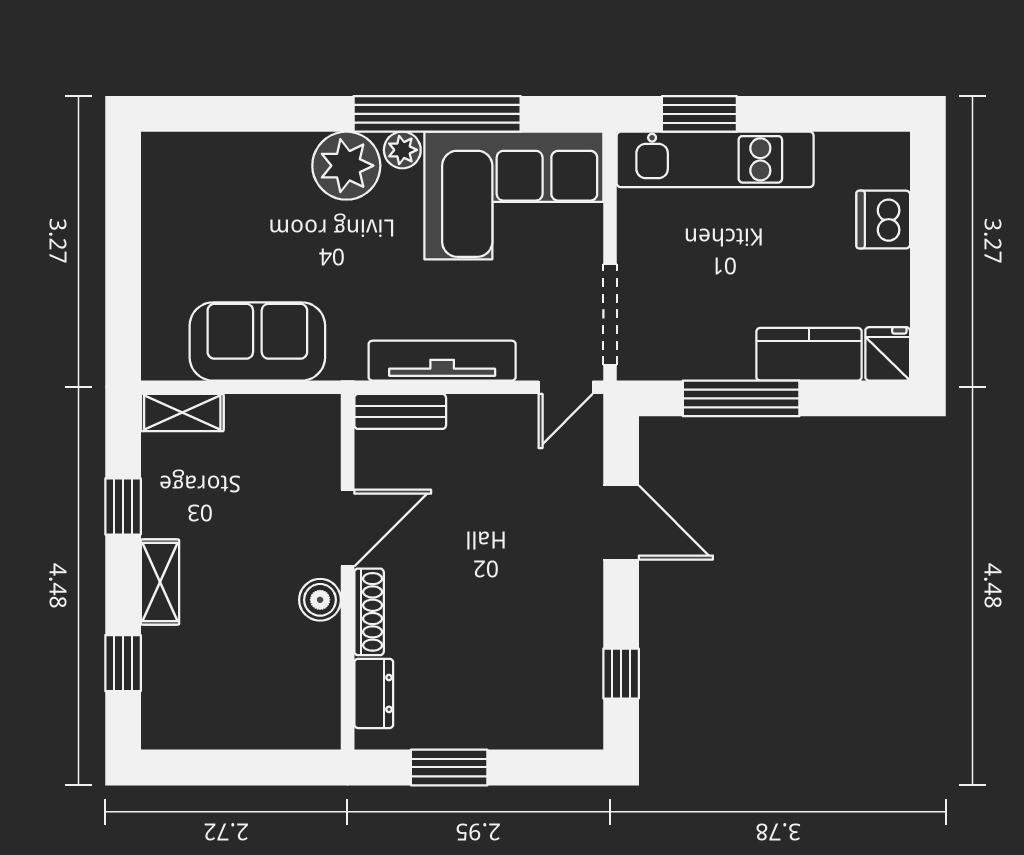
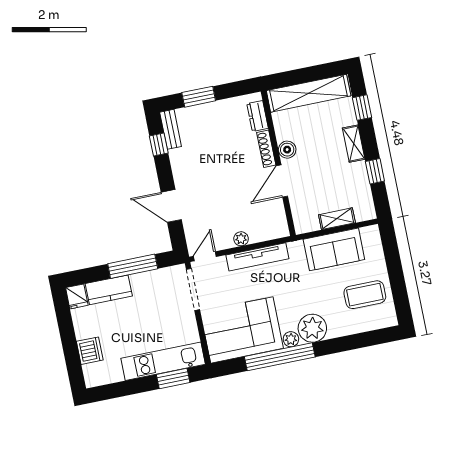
coffee table: (206, 220) -> (365, 295), added
bench: (400, 411) -> (171, 129), moved, turned 90
plant: (472, 411) -> (241, 239), added
shelving: (182, 413) -> (337, 219), moved
shelving: (242, 723) -> (309, 93), added
window: (449, 767) -> (199, 97), moved

